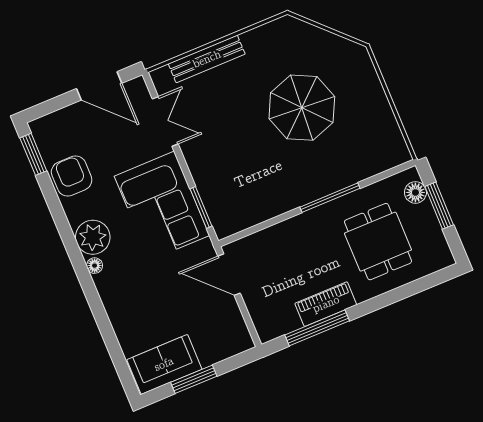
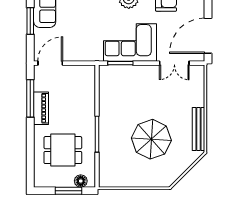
bench: (207, 59) -> (198, 129), moved
door: (99, 86) -> (208, 36), width x1.36
door: (229, 275) -> (50, 63), moved

